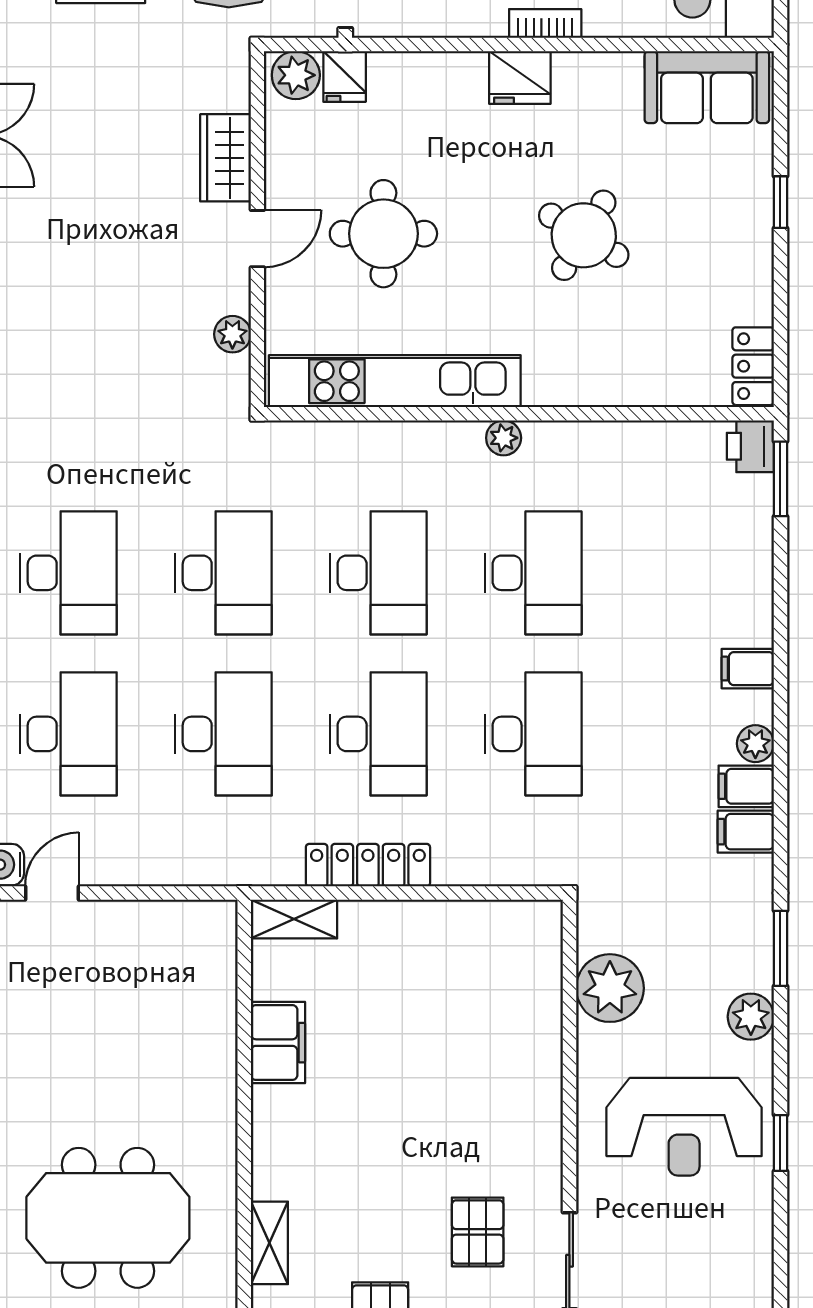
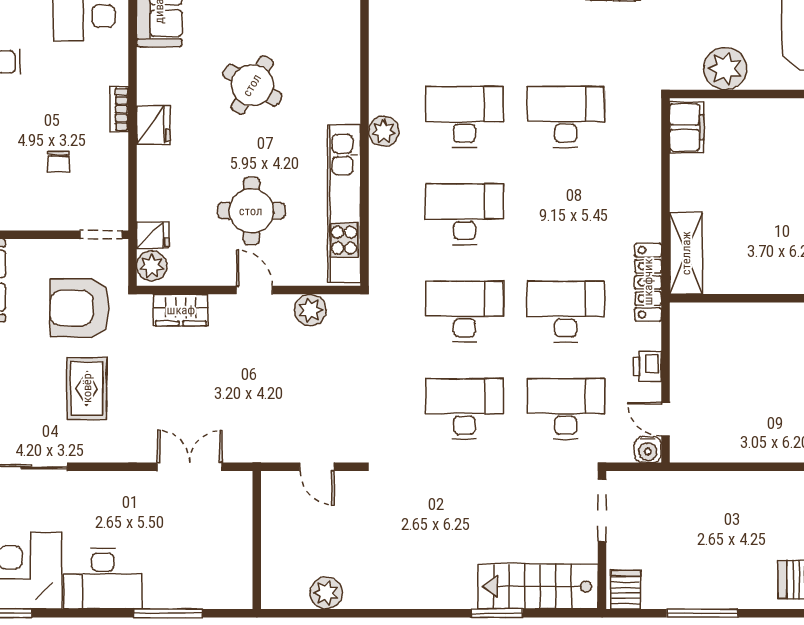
wardrobe: (225, 158) -> (181, 310), moved
plant: (232, 334) -> (310, 310), width x1.38, depth x1.38
plant: (504, 438) -> (384, 131), width x1.38, depth x1.38
desk: (378, 734) -> (566, 214), removed
printer: (136, 864) -> (648, 366), added
locker: (368, 865) -> (648, 282), moved
shelving: (294, 919) -> (686, 253), width x1.50, depth x1.33
filing cabinet: (278, 1043) -> (687, 127), moved, turned 90

